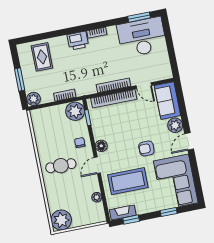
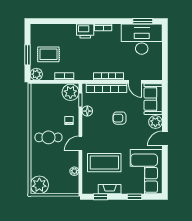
rug: (42, 57) -> (48, 54), moved, turned 90
floor lamp: (101, 146) -> (87, 111), moved
armchair: (146, 148) -> (120, 118), moved
fireplace: (123, 212) -> (110, 189), moved

